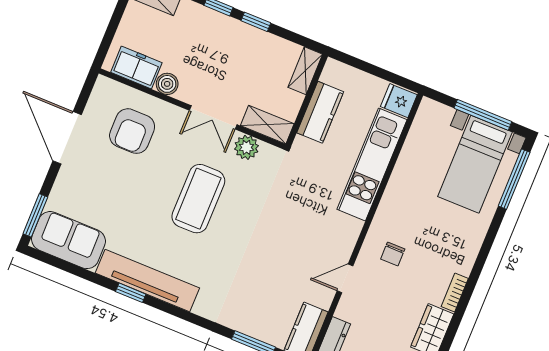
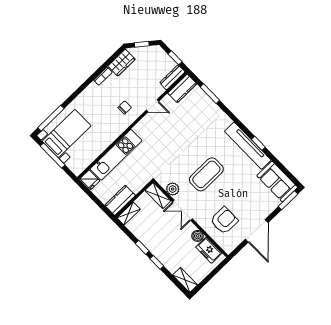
kitchen counter: (320, 112) -> (120, 200), moved
double door: (213, 117) -> (182, 210), swing flipped

